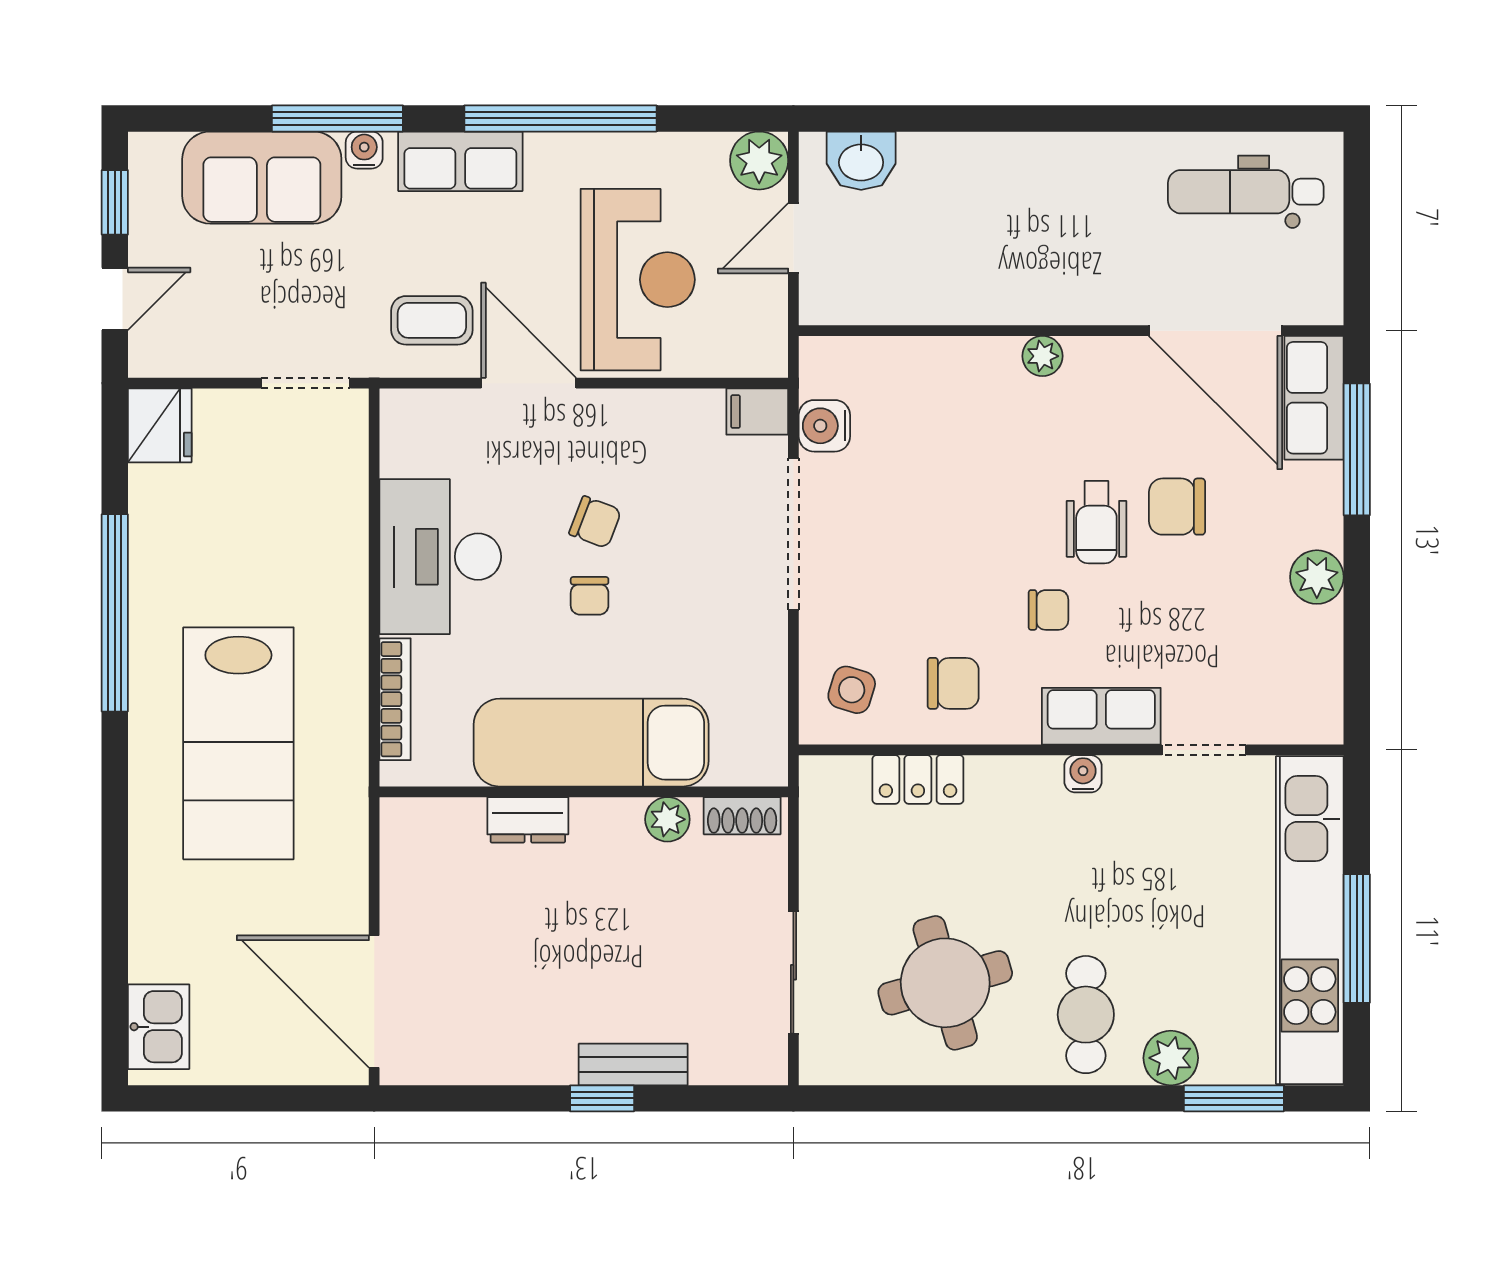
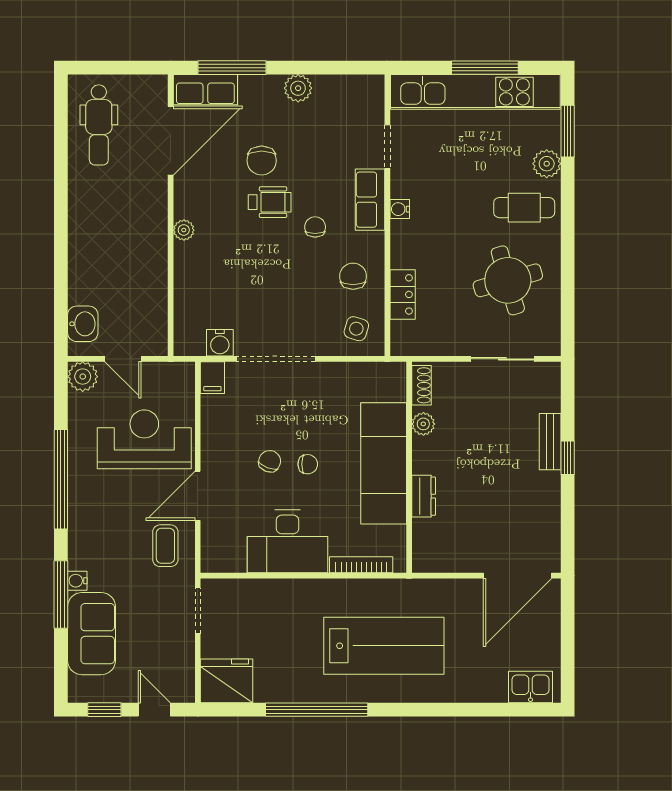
row of seats: (460, 161) -> (83, 531), removed
fridge: (160, 425) -> (226, 681), width x1.36, depth x1.34

